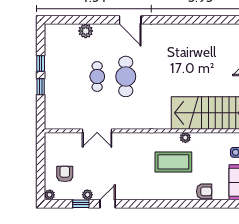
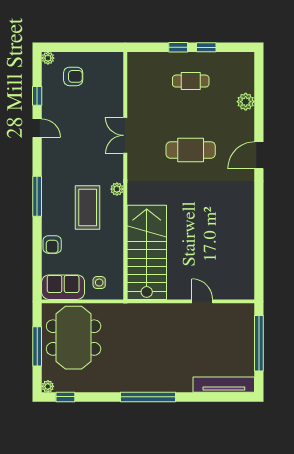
cafe table: (97, 76) -> (191, 81), moved
double door: (97, 131) -> (125, 135), moved
plant: (185, 138) -> (117, 189), moved
plant: (87, 195) -> (48, 104), removed
window: (164, 204) -> (37, 196), added

